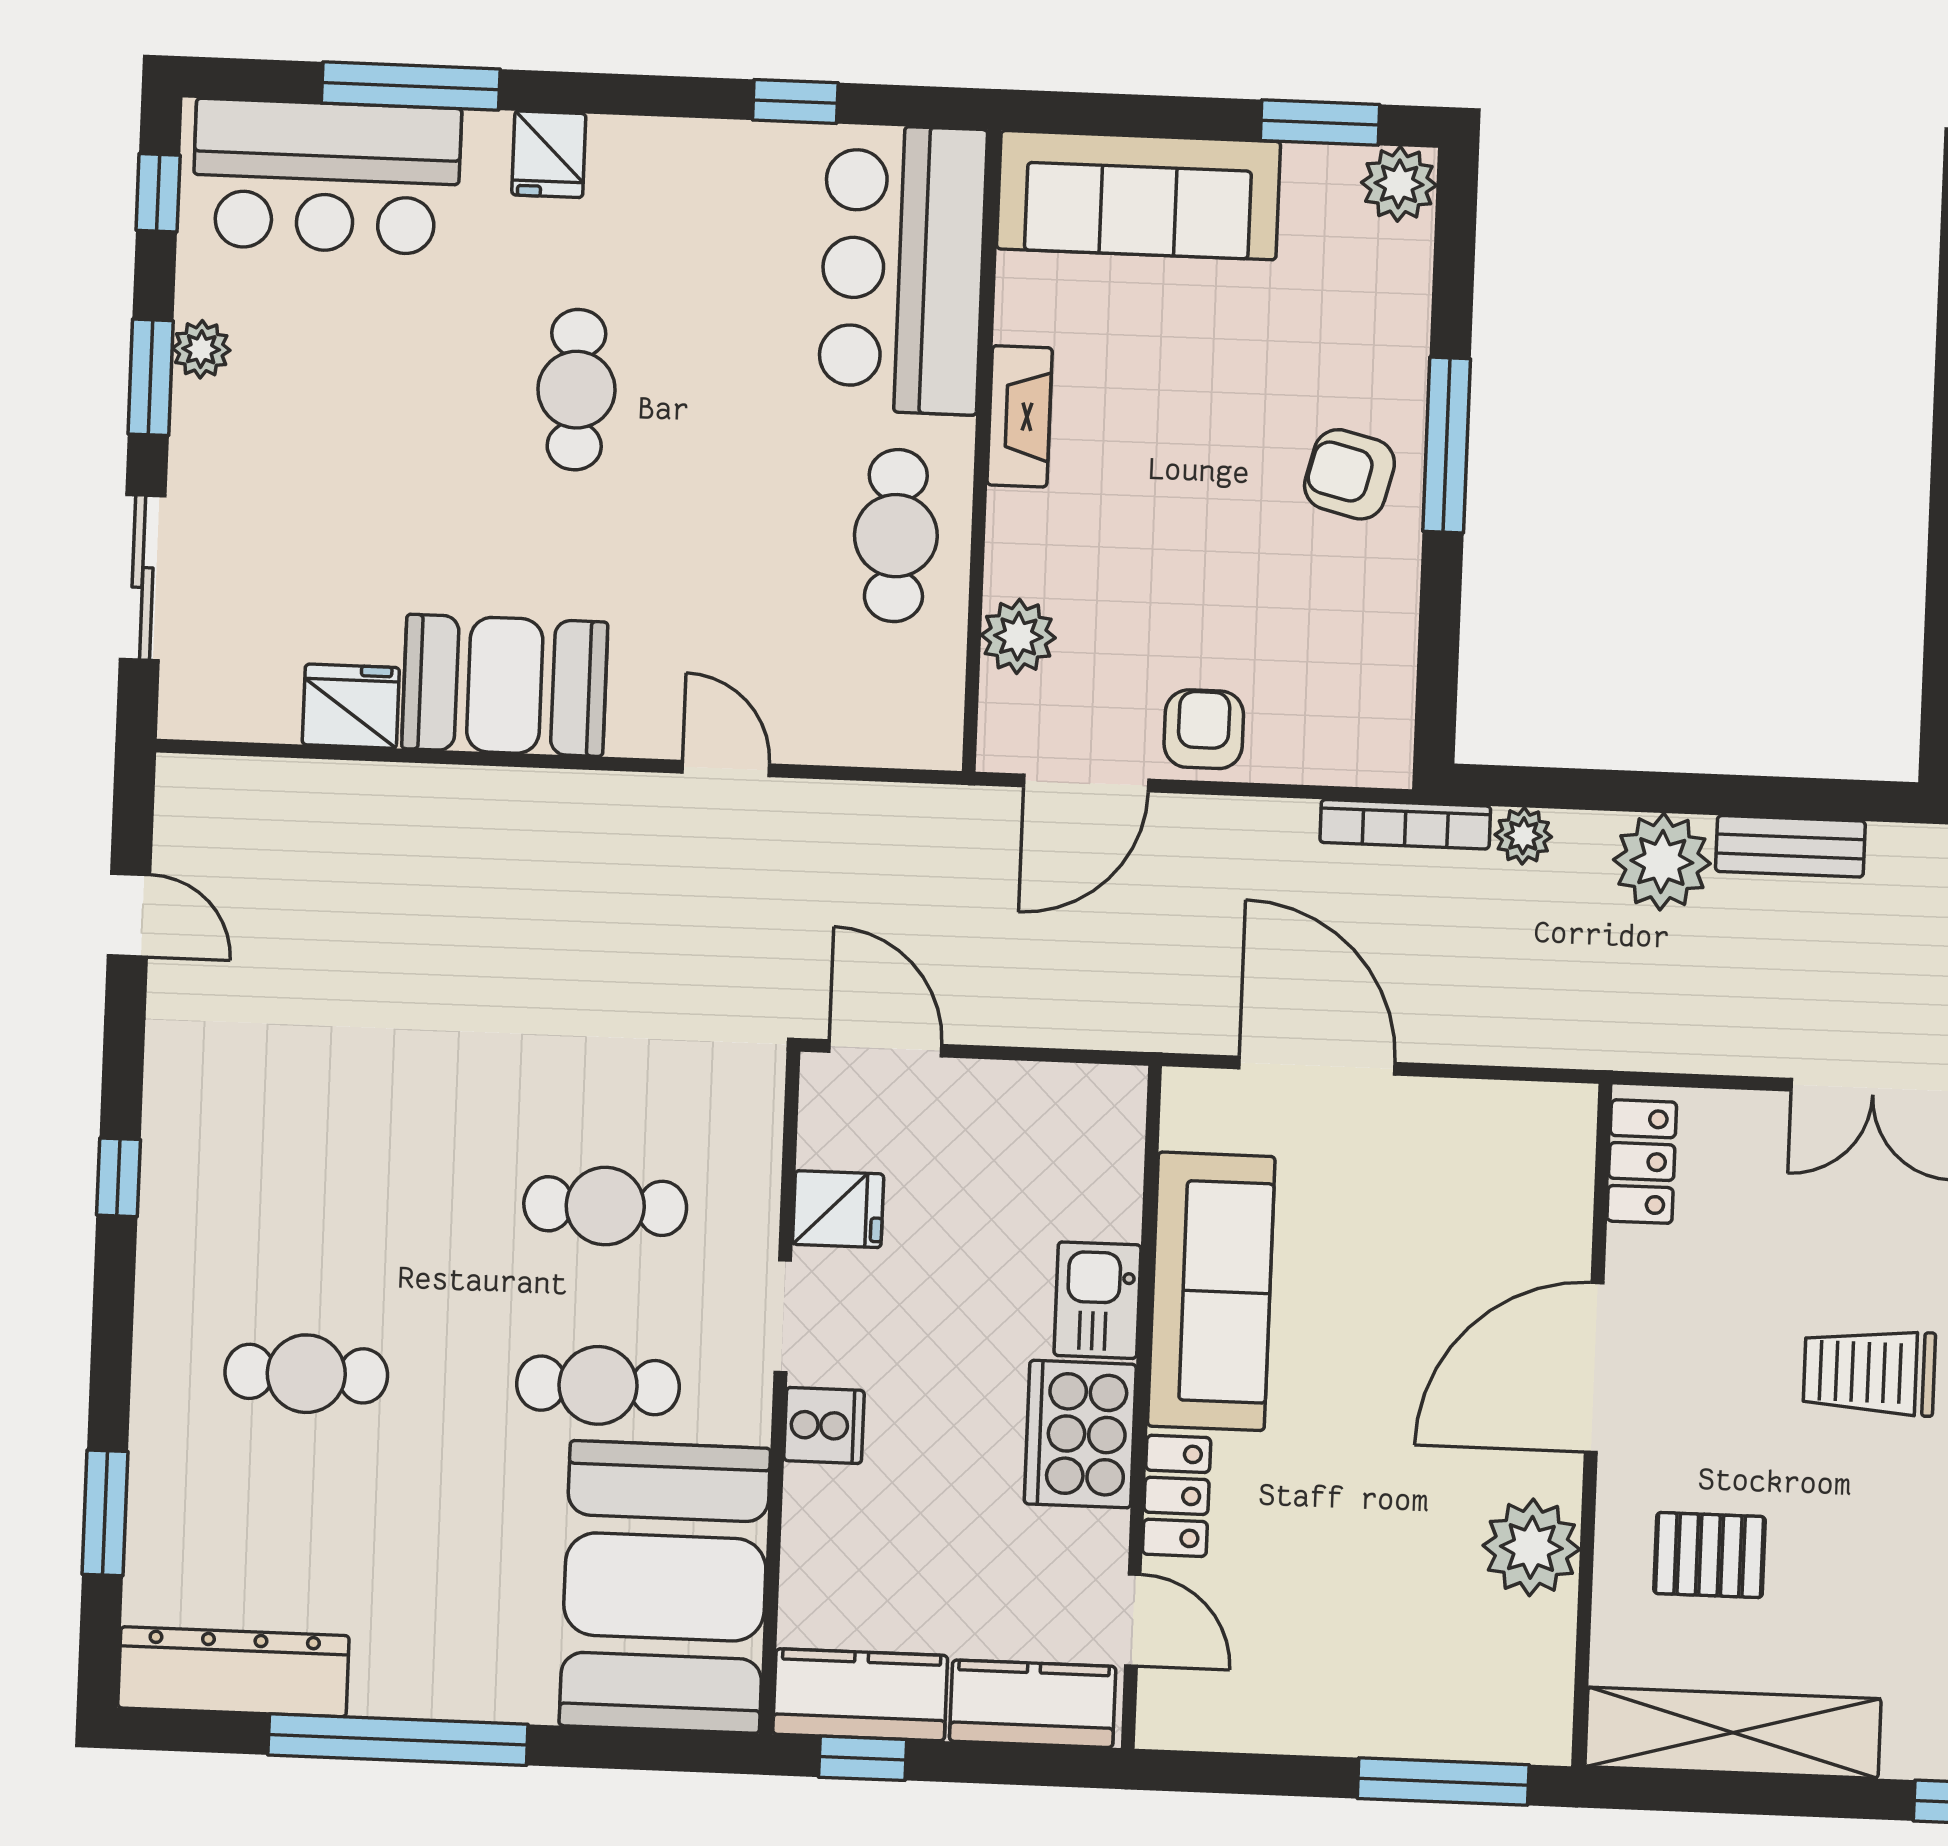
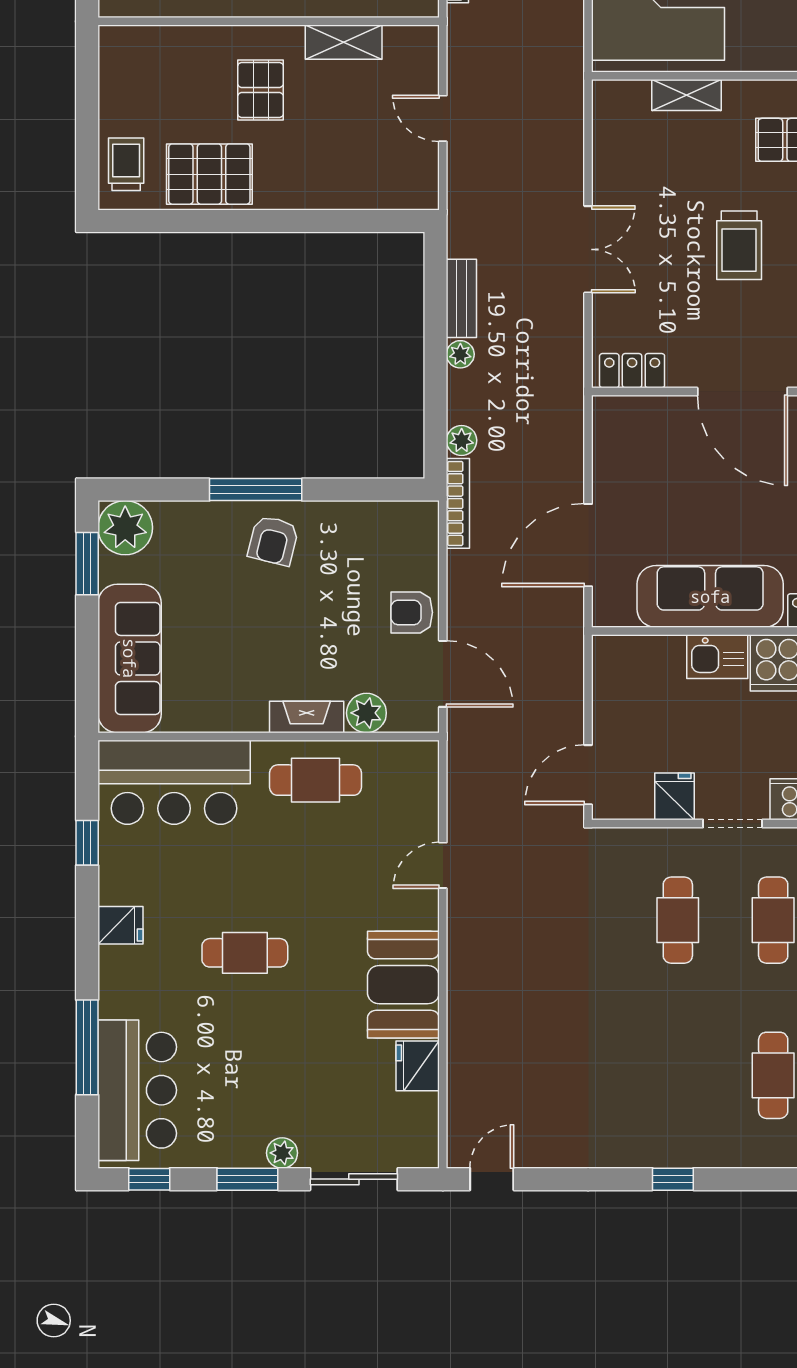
fridge: (549, 154) -> (120, 925), moved
plant: (1399, 184) -> (125, 528), width x1.36, depth x1.36
plant: (201, 349) -> (282, 1153), moved
fireplace: (1020, 416) -> (307, 717), moved
plant: (1662, 862) -> (460, 354), width x0.53, depth x0.53
door: (129, 915) -> (492, 1179), moved

